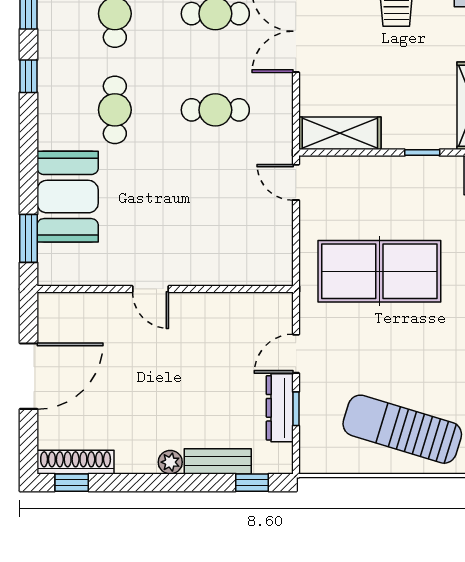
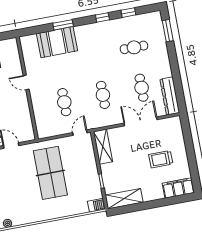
cafe table: (115, 110) -> (64, 102), moved, turned 90
window: (29, 238) -> (63, 25), moved
door: (151, 289) -> (26, 82), hinge flipped

